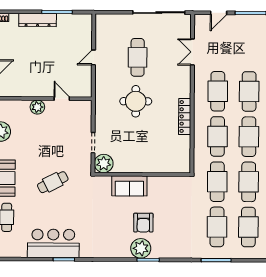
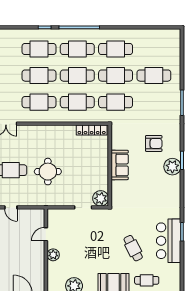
locker: (185, 116) -> (92, 130), moved
cafe table: (53, 182) -> (133, 248), moved
sofa: (129, 186) -> (120, 165), moved
armchair: (143, 223) -> (154, 143), moved
cafe table: (217, 227) -> (154, 102), removed

